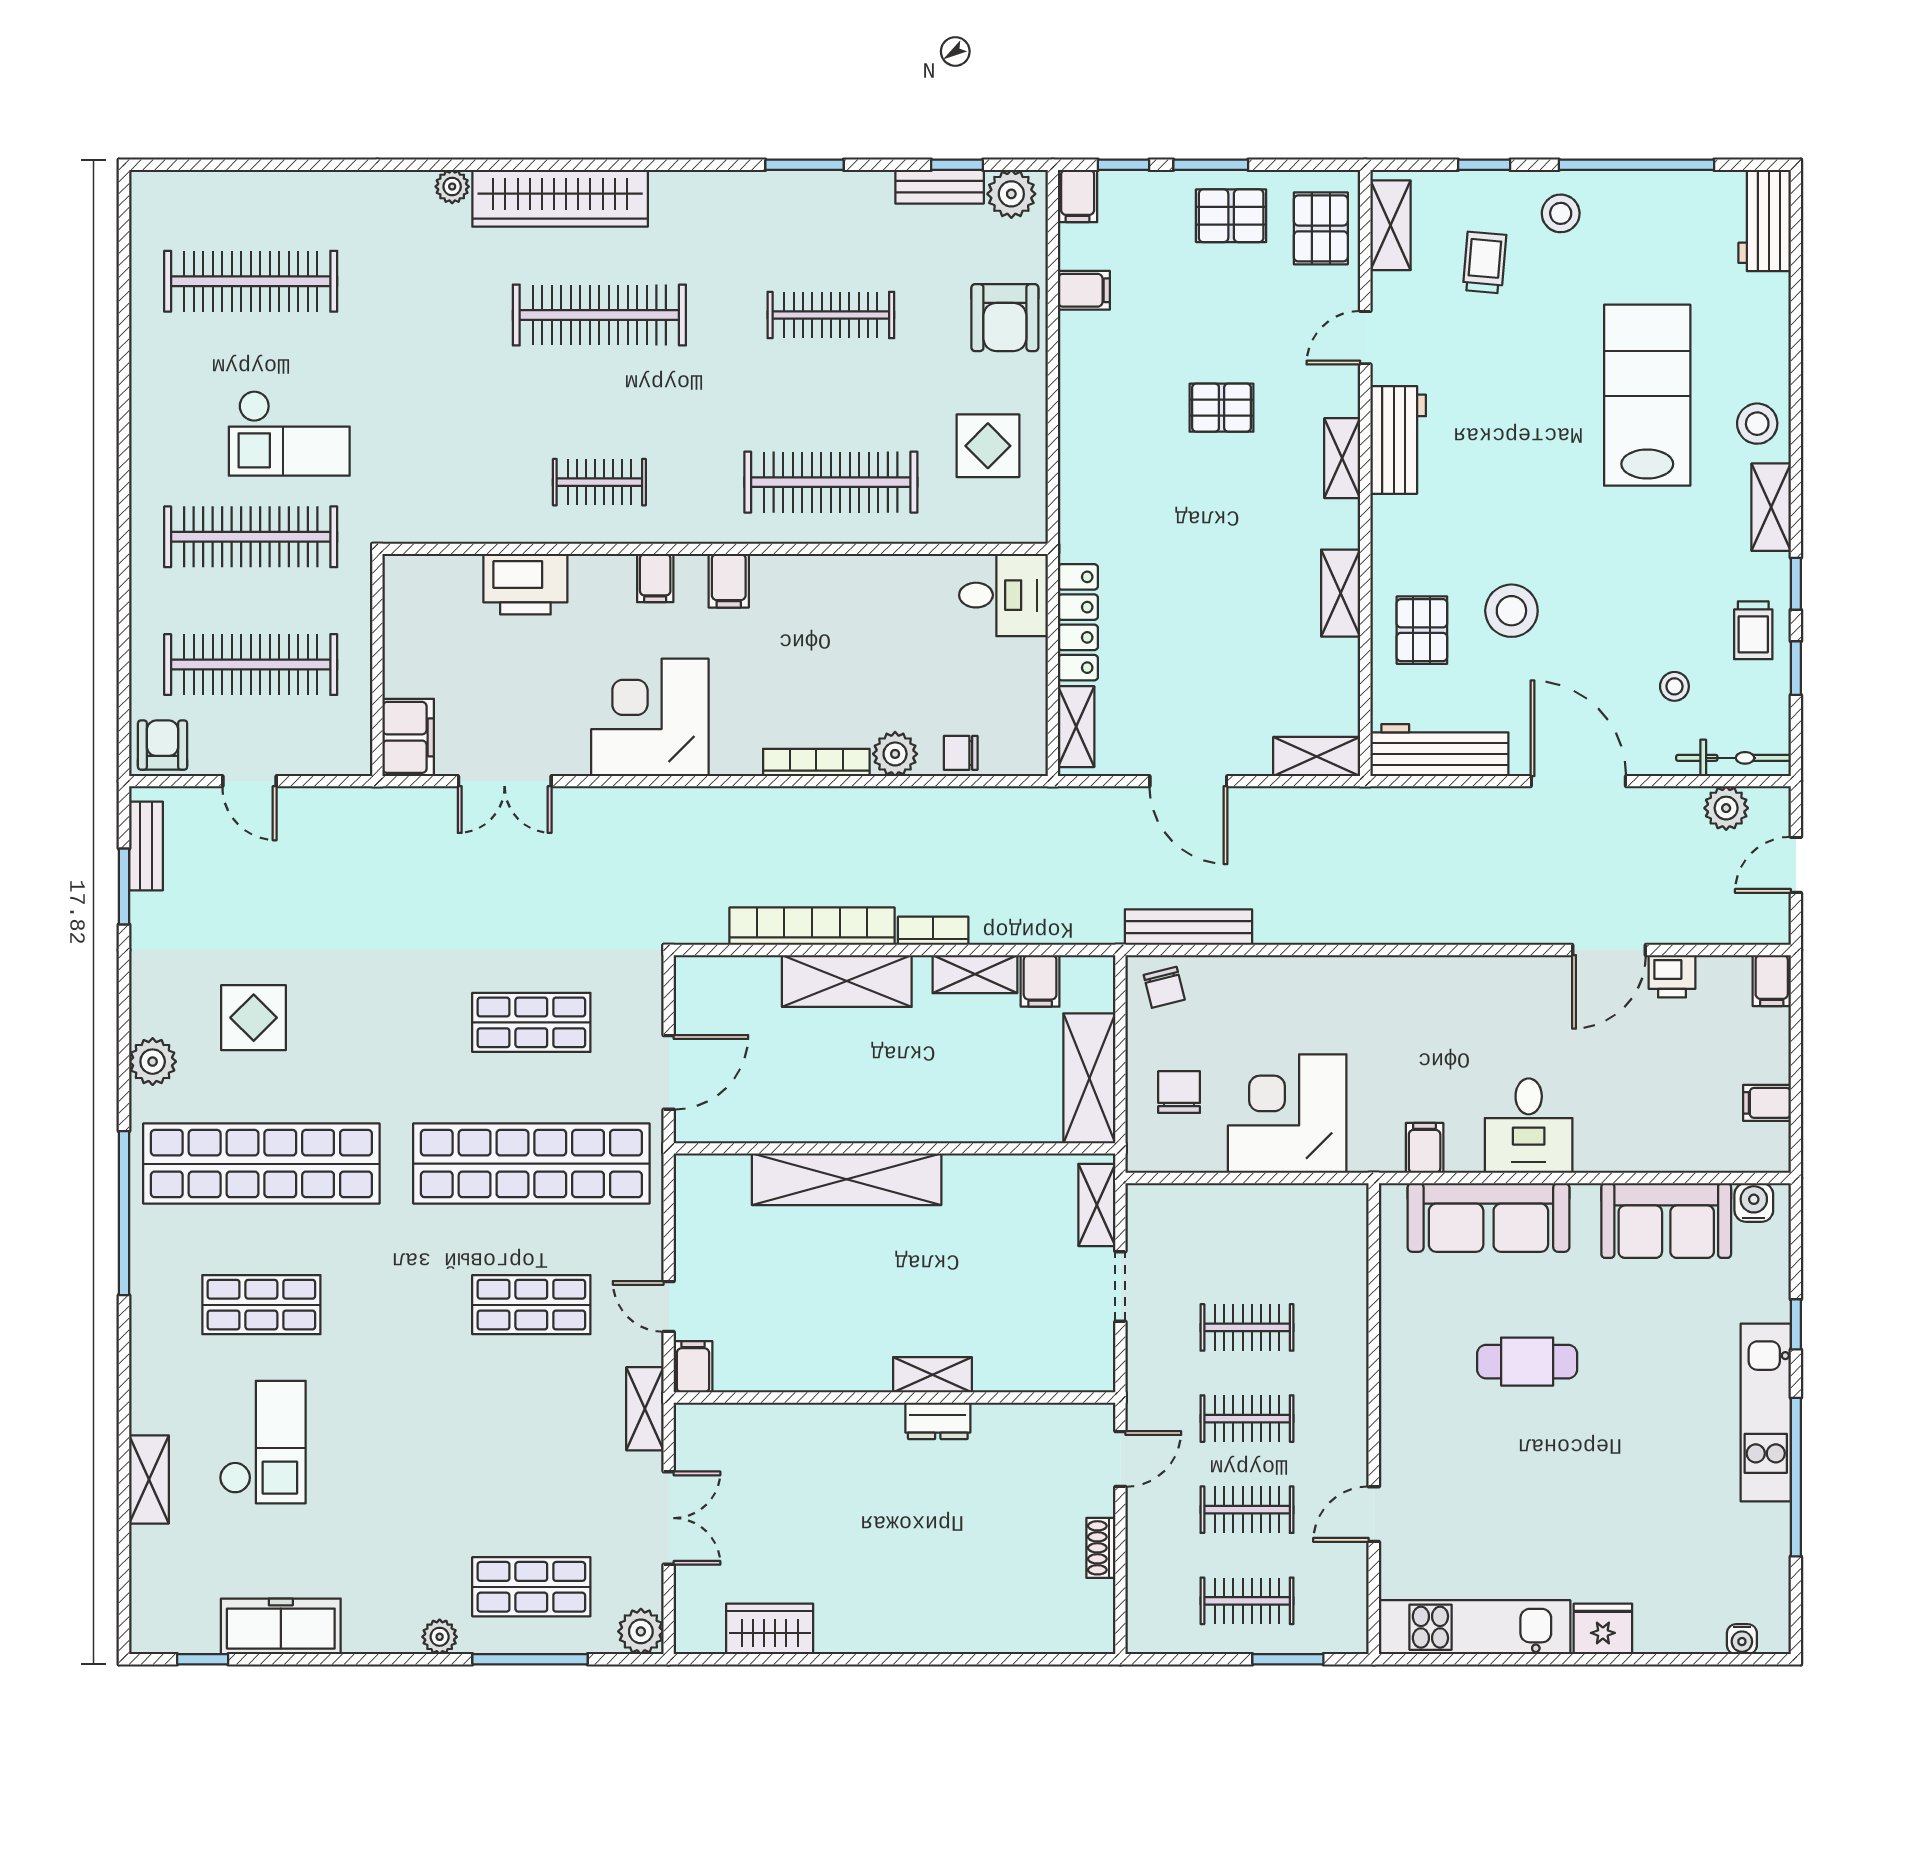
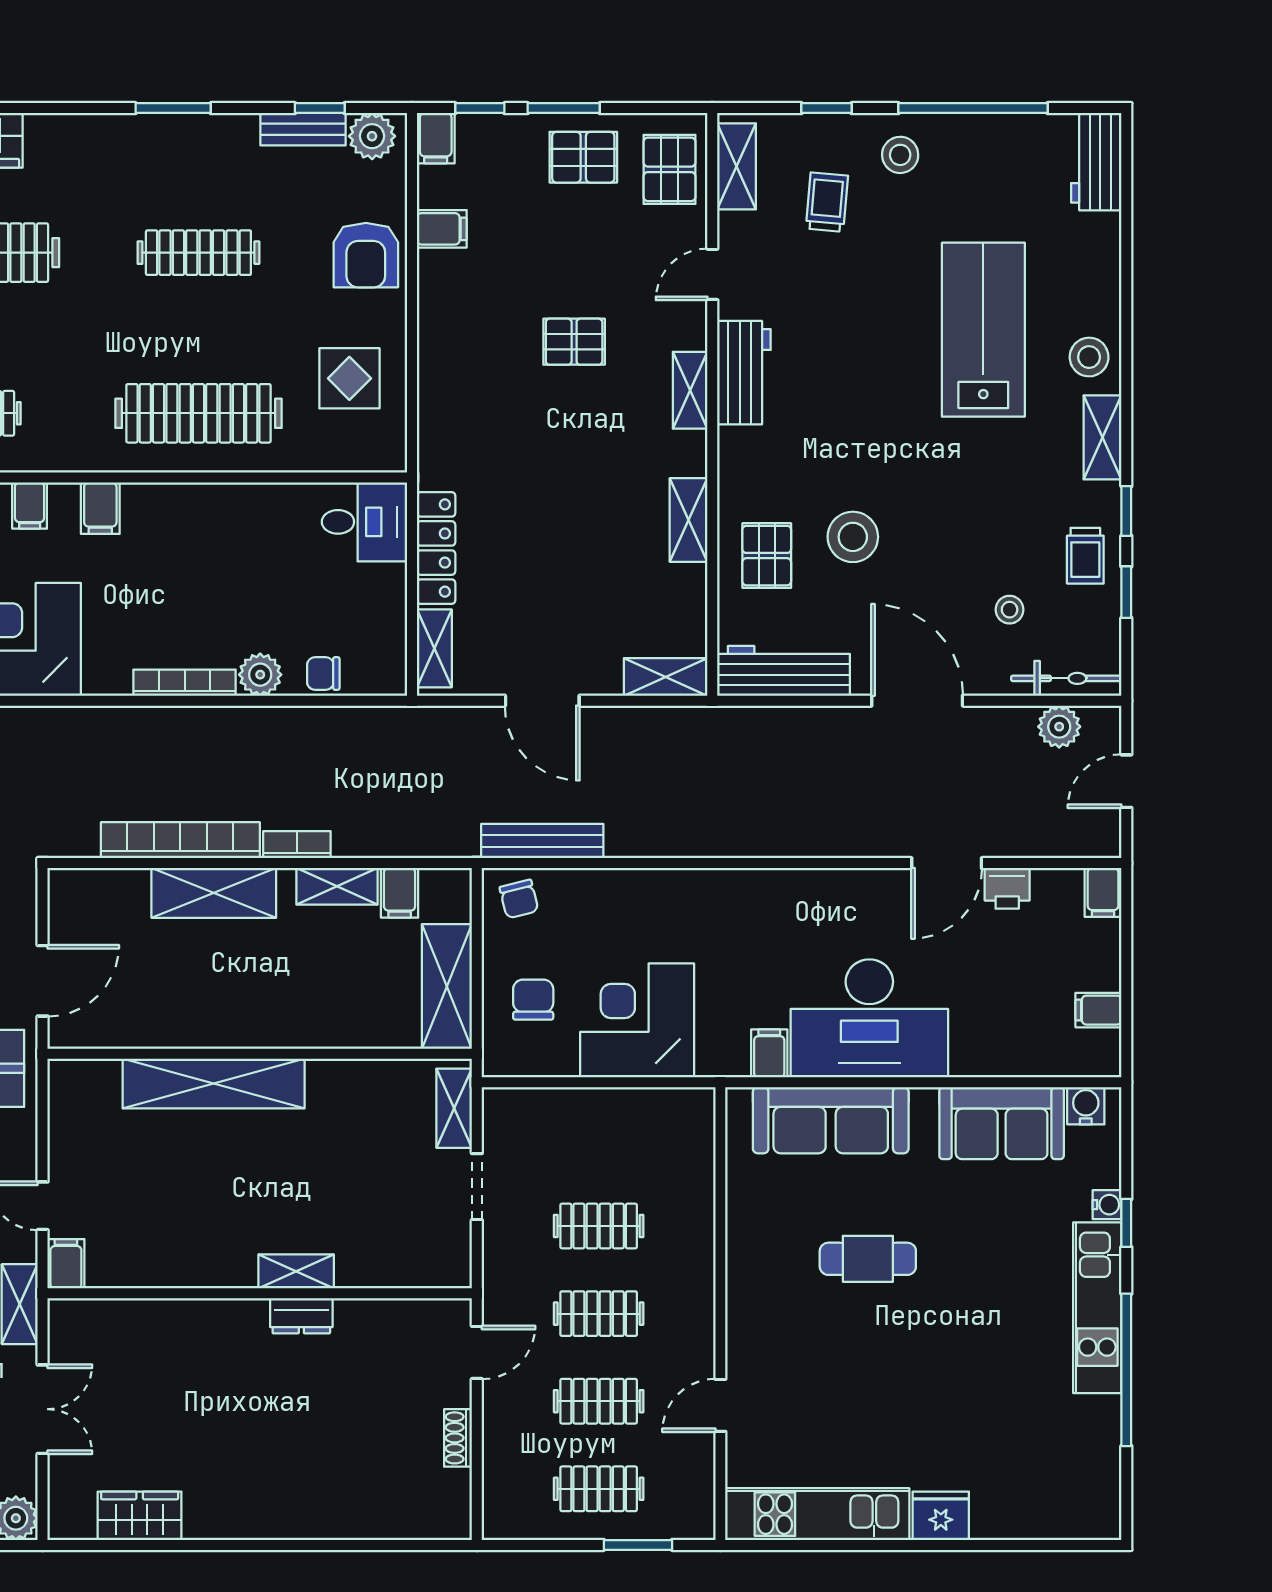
desk: (1529, 1126) -> (869, 1018), width x1.87, depth x1.30
water cooler: (1742, 1639) -> (1107, 1205), moved, turned -90

